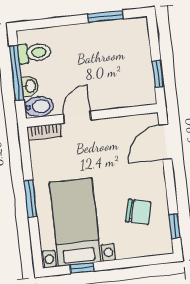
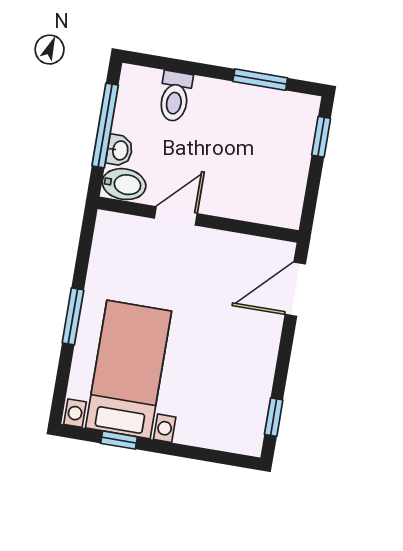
toilet: (34, 53) -> (175, 96), moved, turned 90
window: (158, 74) -> (321, 137), moved
bookcase: (44, 132) -> (121, 223), removed
chair: (138, 212) -> (226, 381), removed

